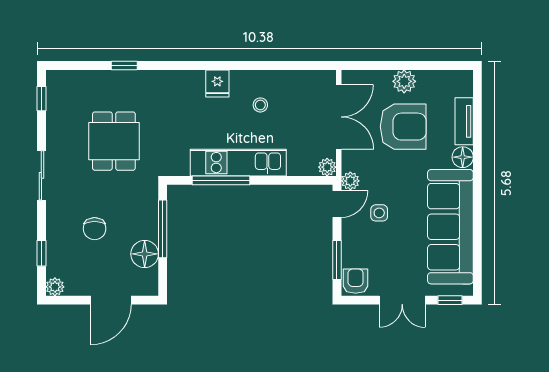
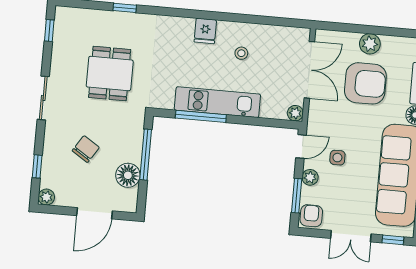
plant: (350, 181) -> (310, 177), moved
chair: (95, 229) -> (86, 149), turned -147

